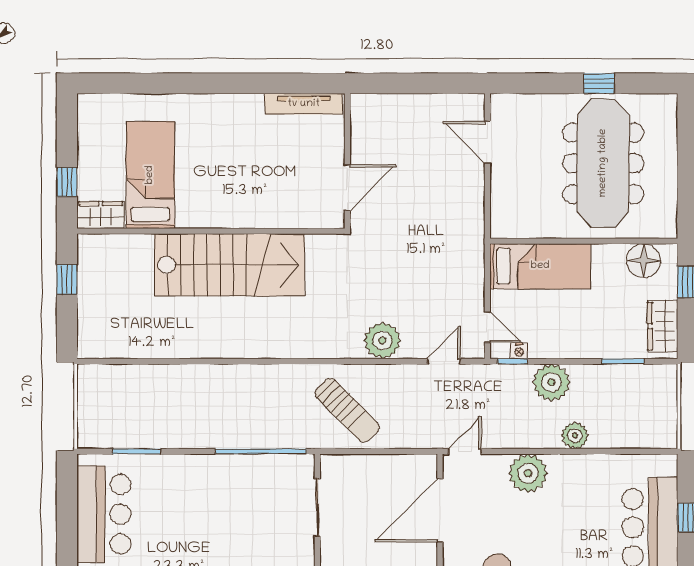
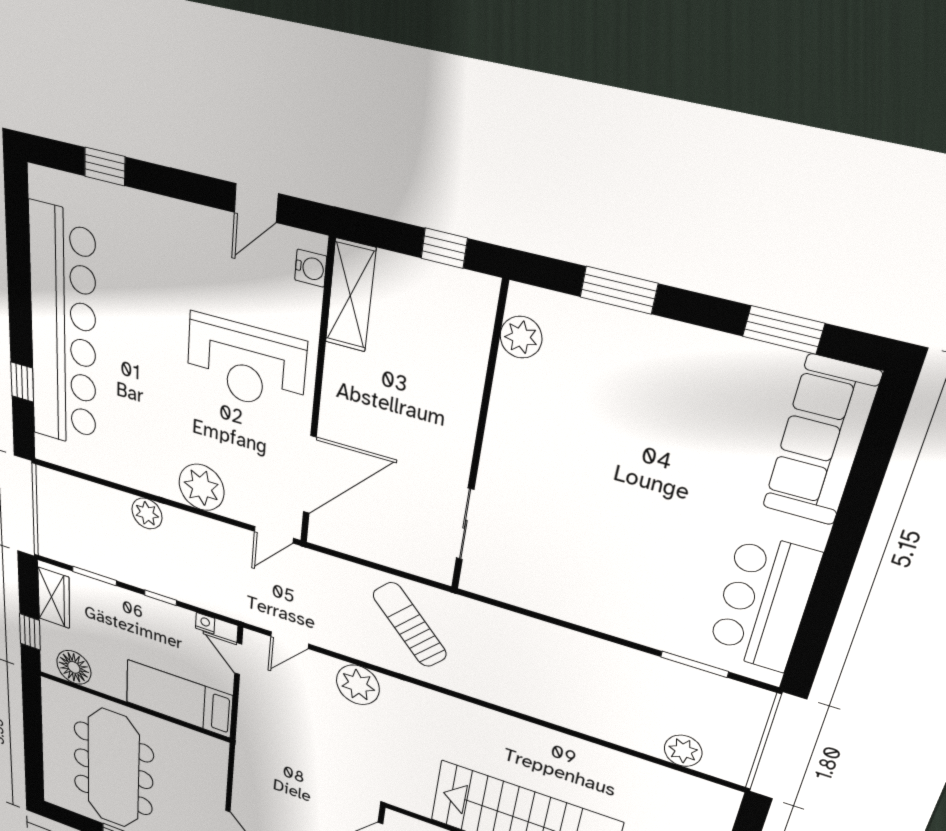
window: (513, 361) -> (161, 598), moved
plant: (552, 382) -> (683, 751), moved, width x0.73, depth x0.73
window: (261, 451) -> (527, 613), removed

